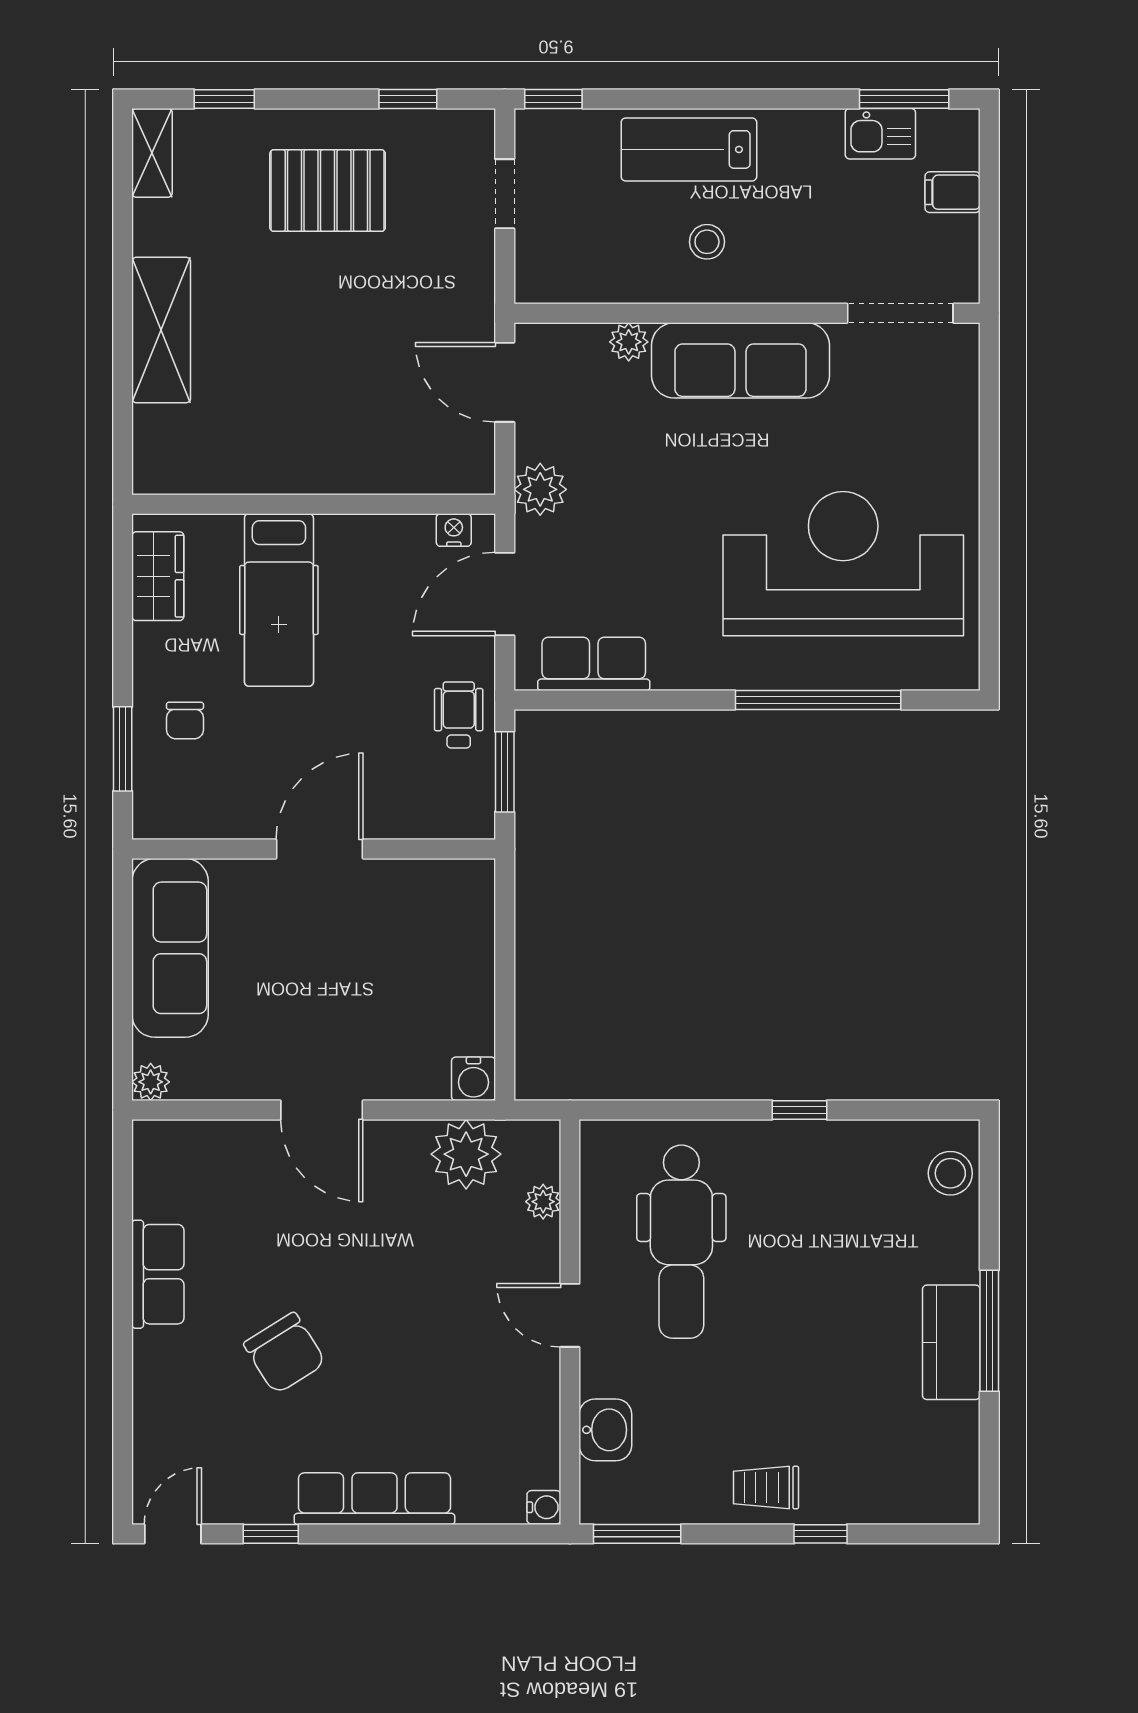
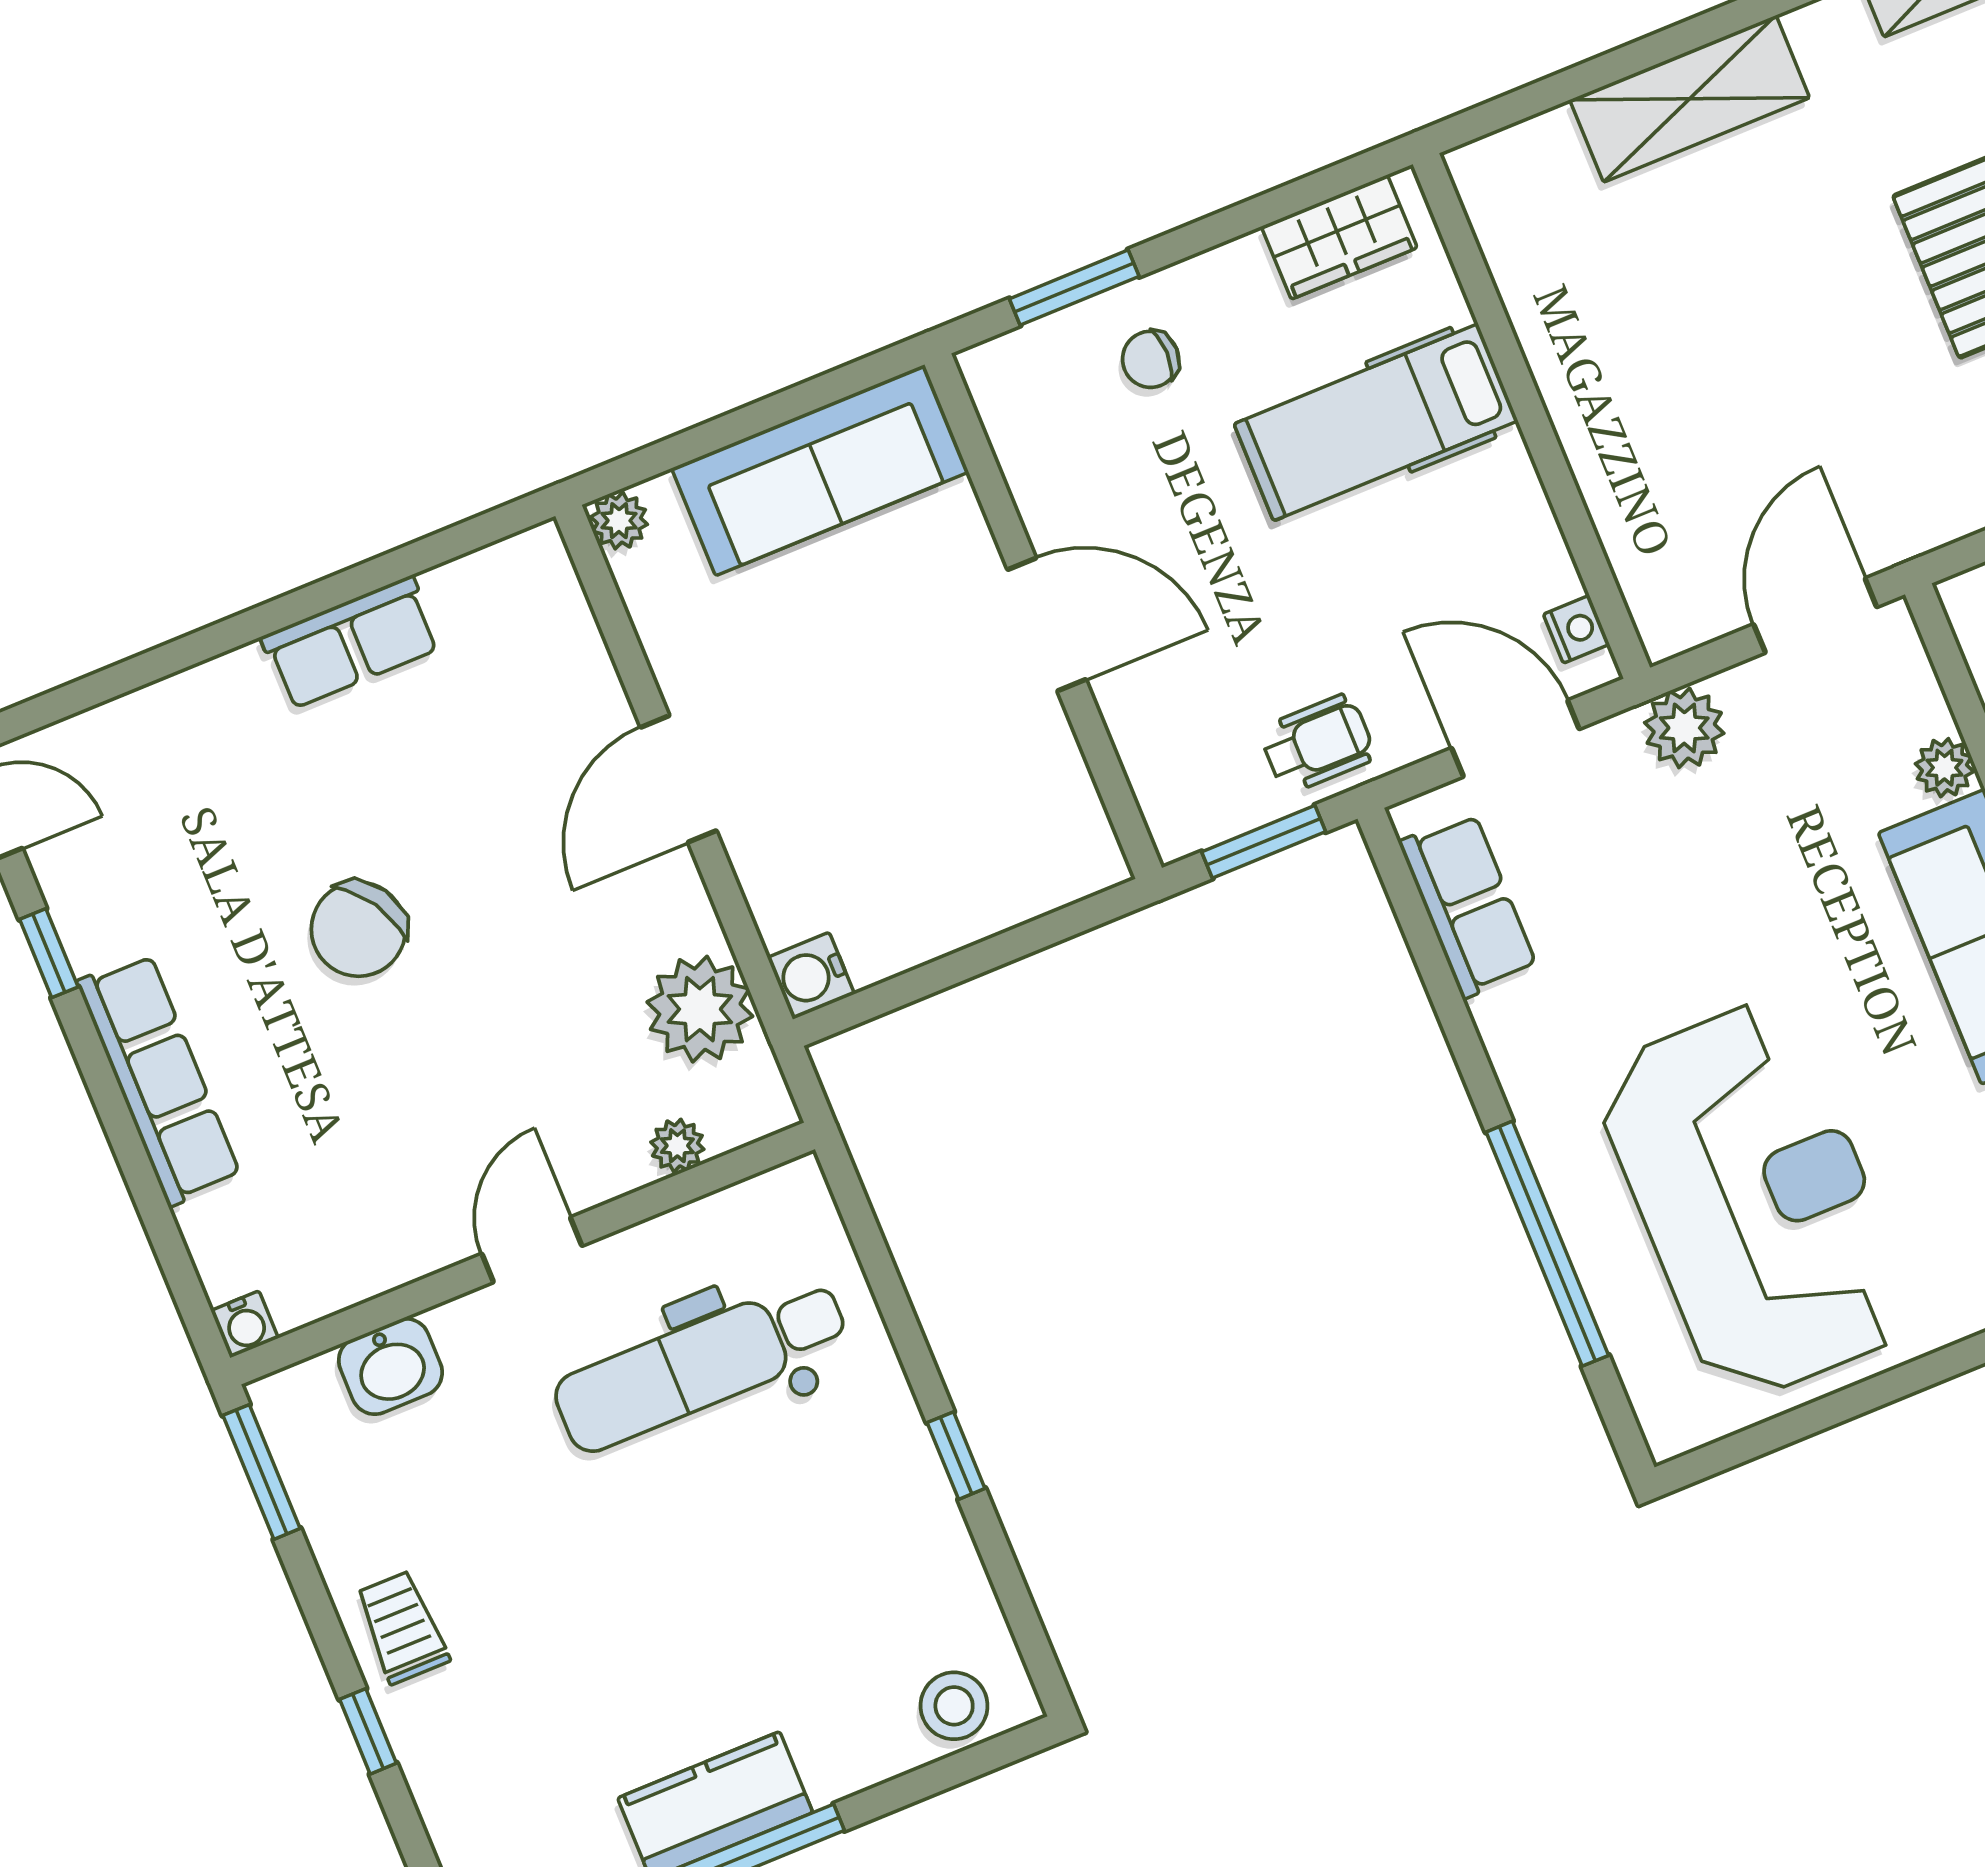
chair: (285, 1353) -> (358, 929), moved

